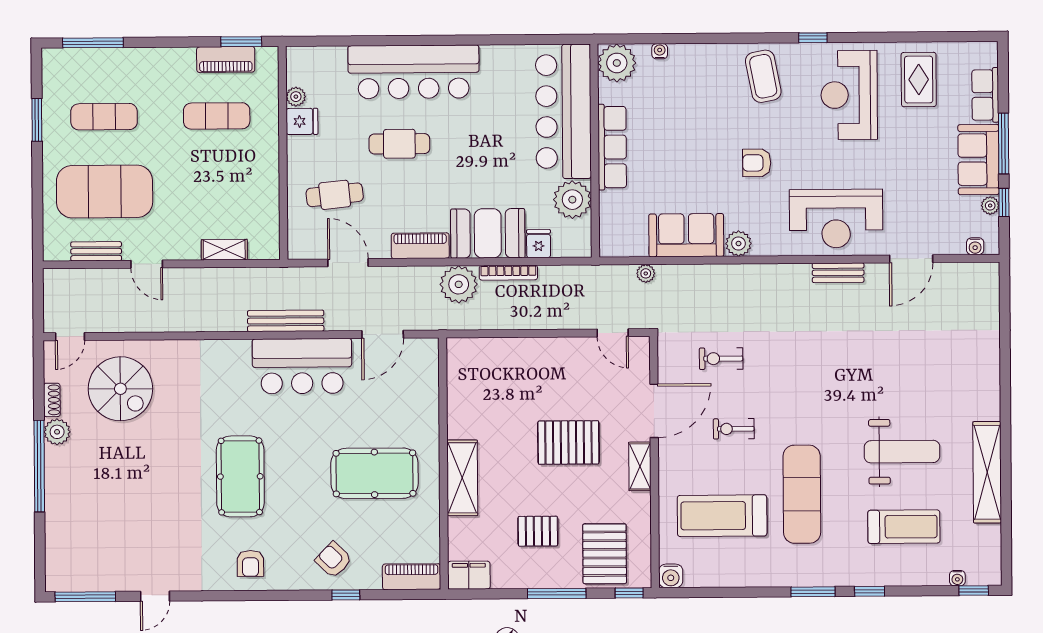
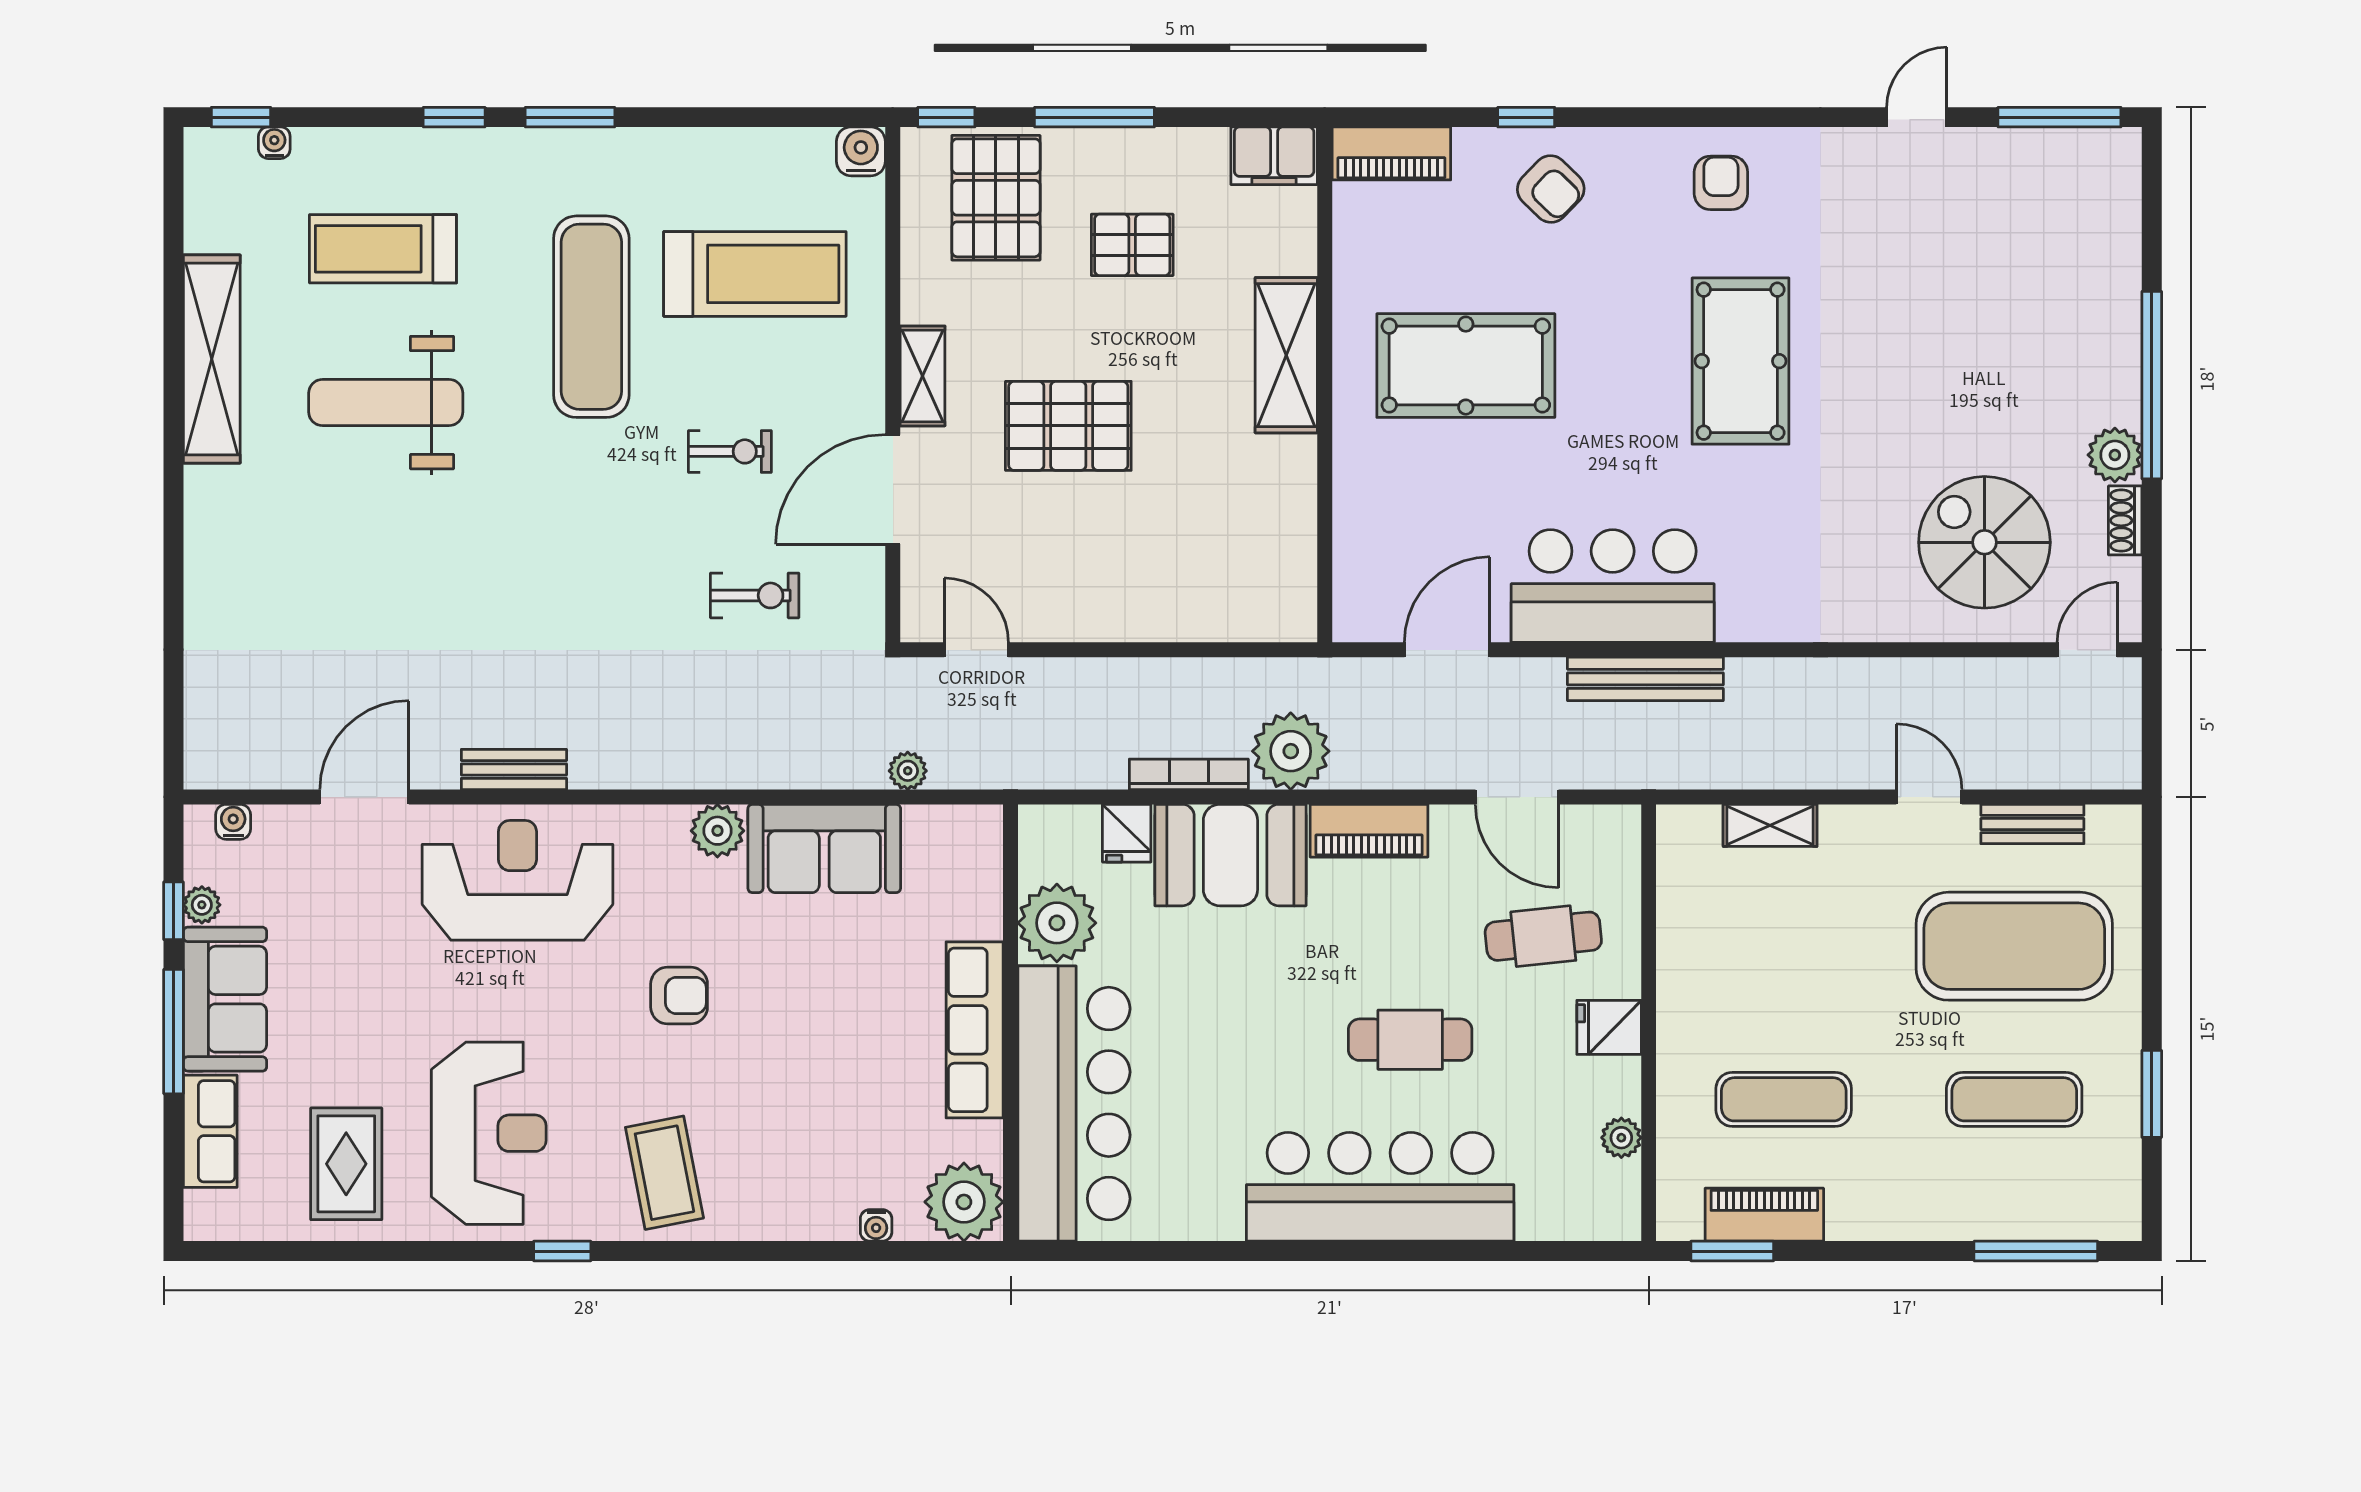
fridge: (302, 121) -> (1609, 1027), moved

